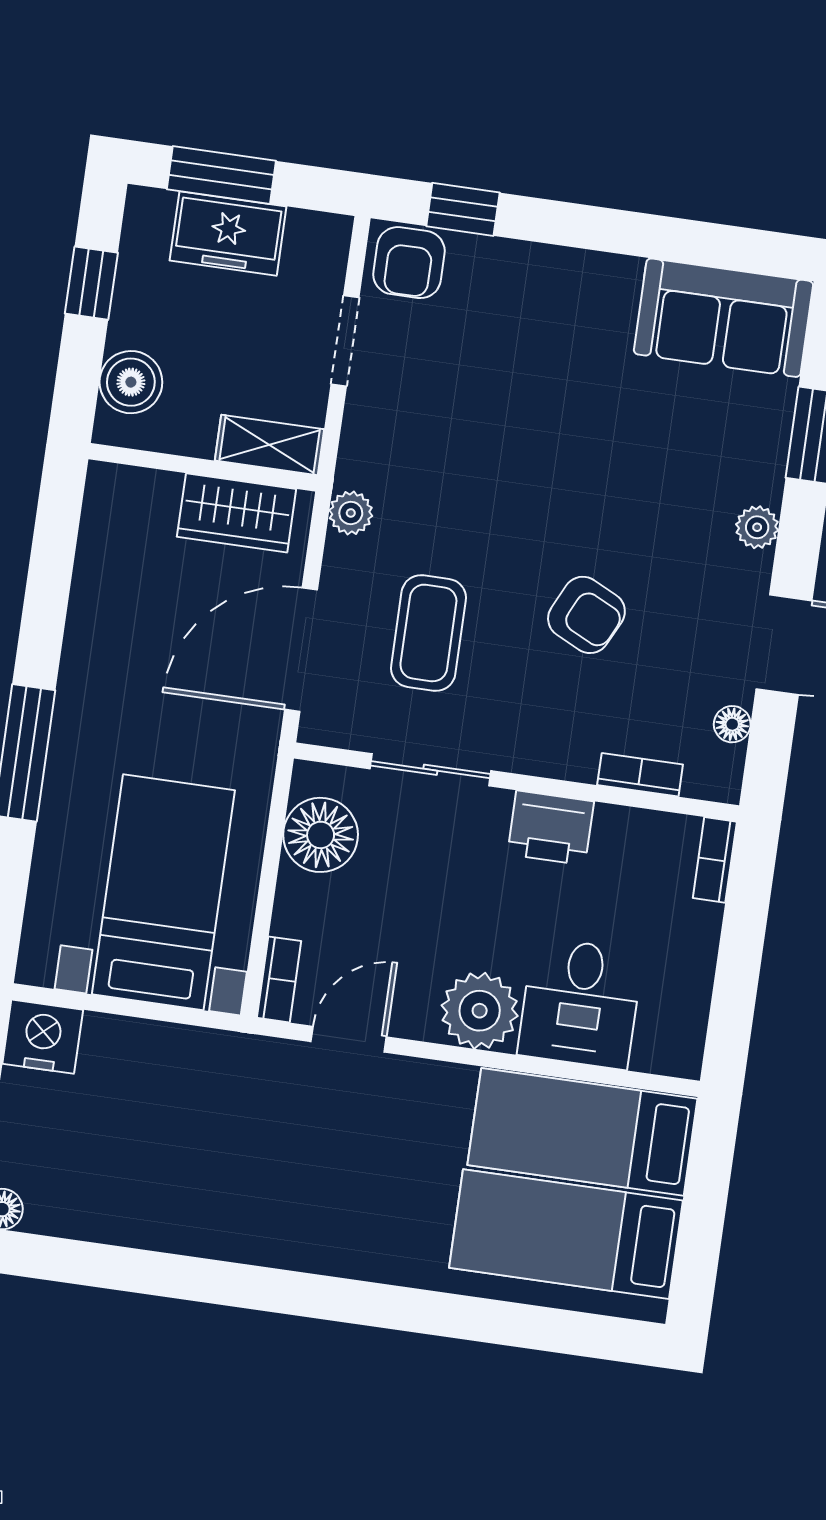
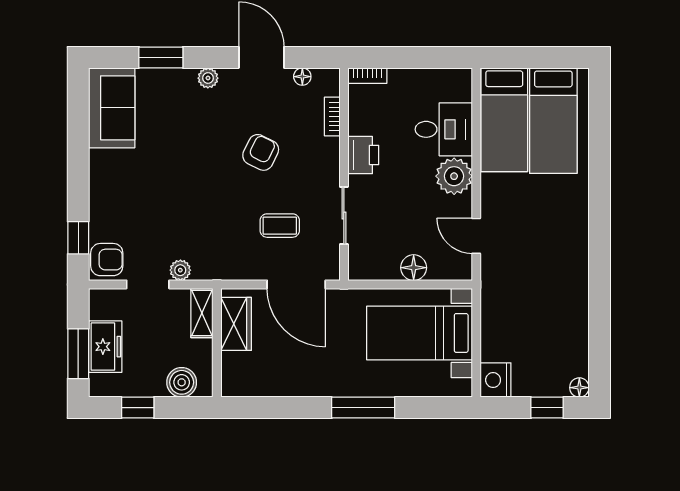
plant: (351, 513) -> (180, 270), moved
coffee table: (428, 633) -> (280, 226), width x0.73, depth x0.77
floor lamp: (321, 835) -> (414, 268), moved, width x0.73, depth x0.73
bookcase: (279, 979) -> (453, 273), removed

